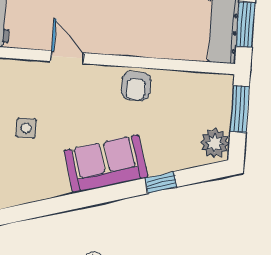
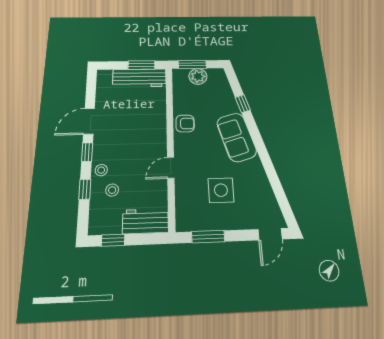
side table: (26, 128) -> (221, 190), width x1.87, depth x1.87
plant: (215, 143) -> (198, 76), moved

